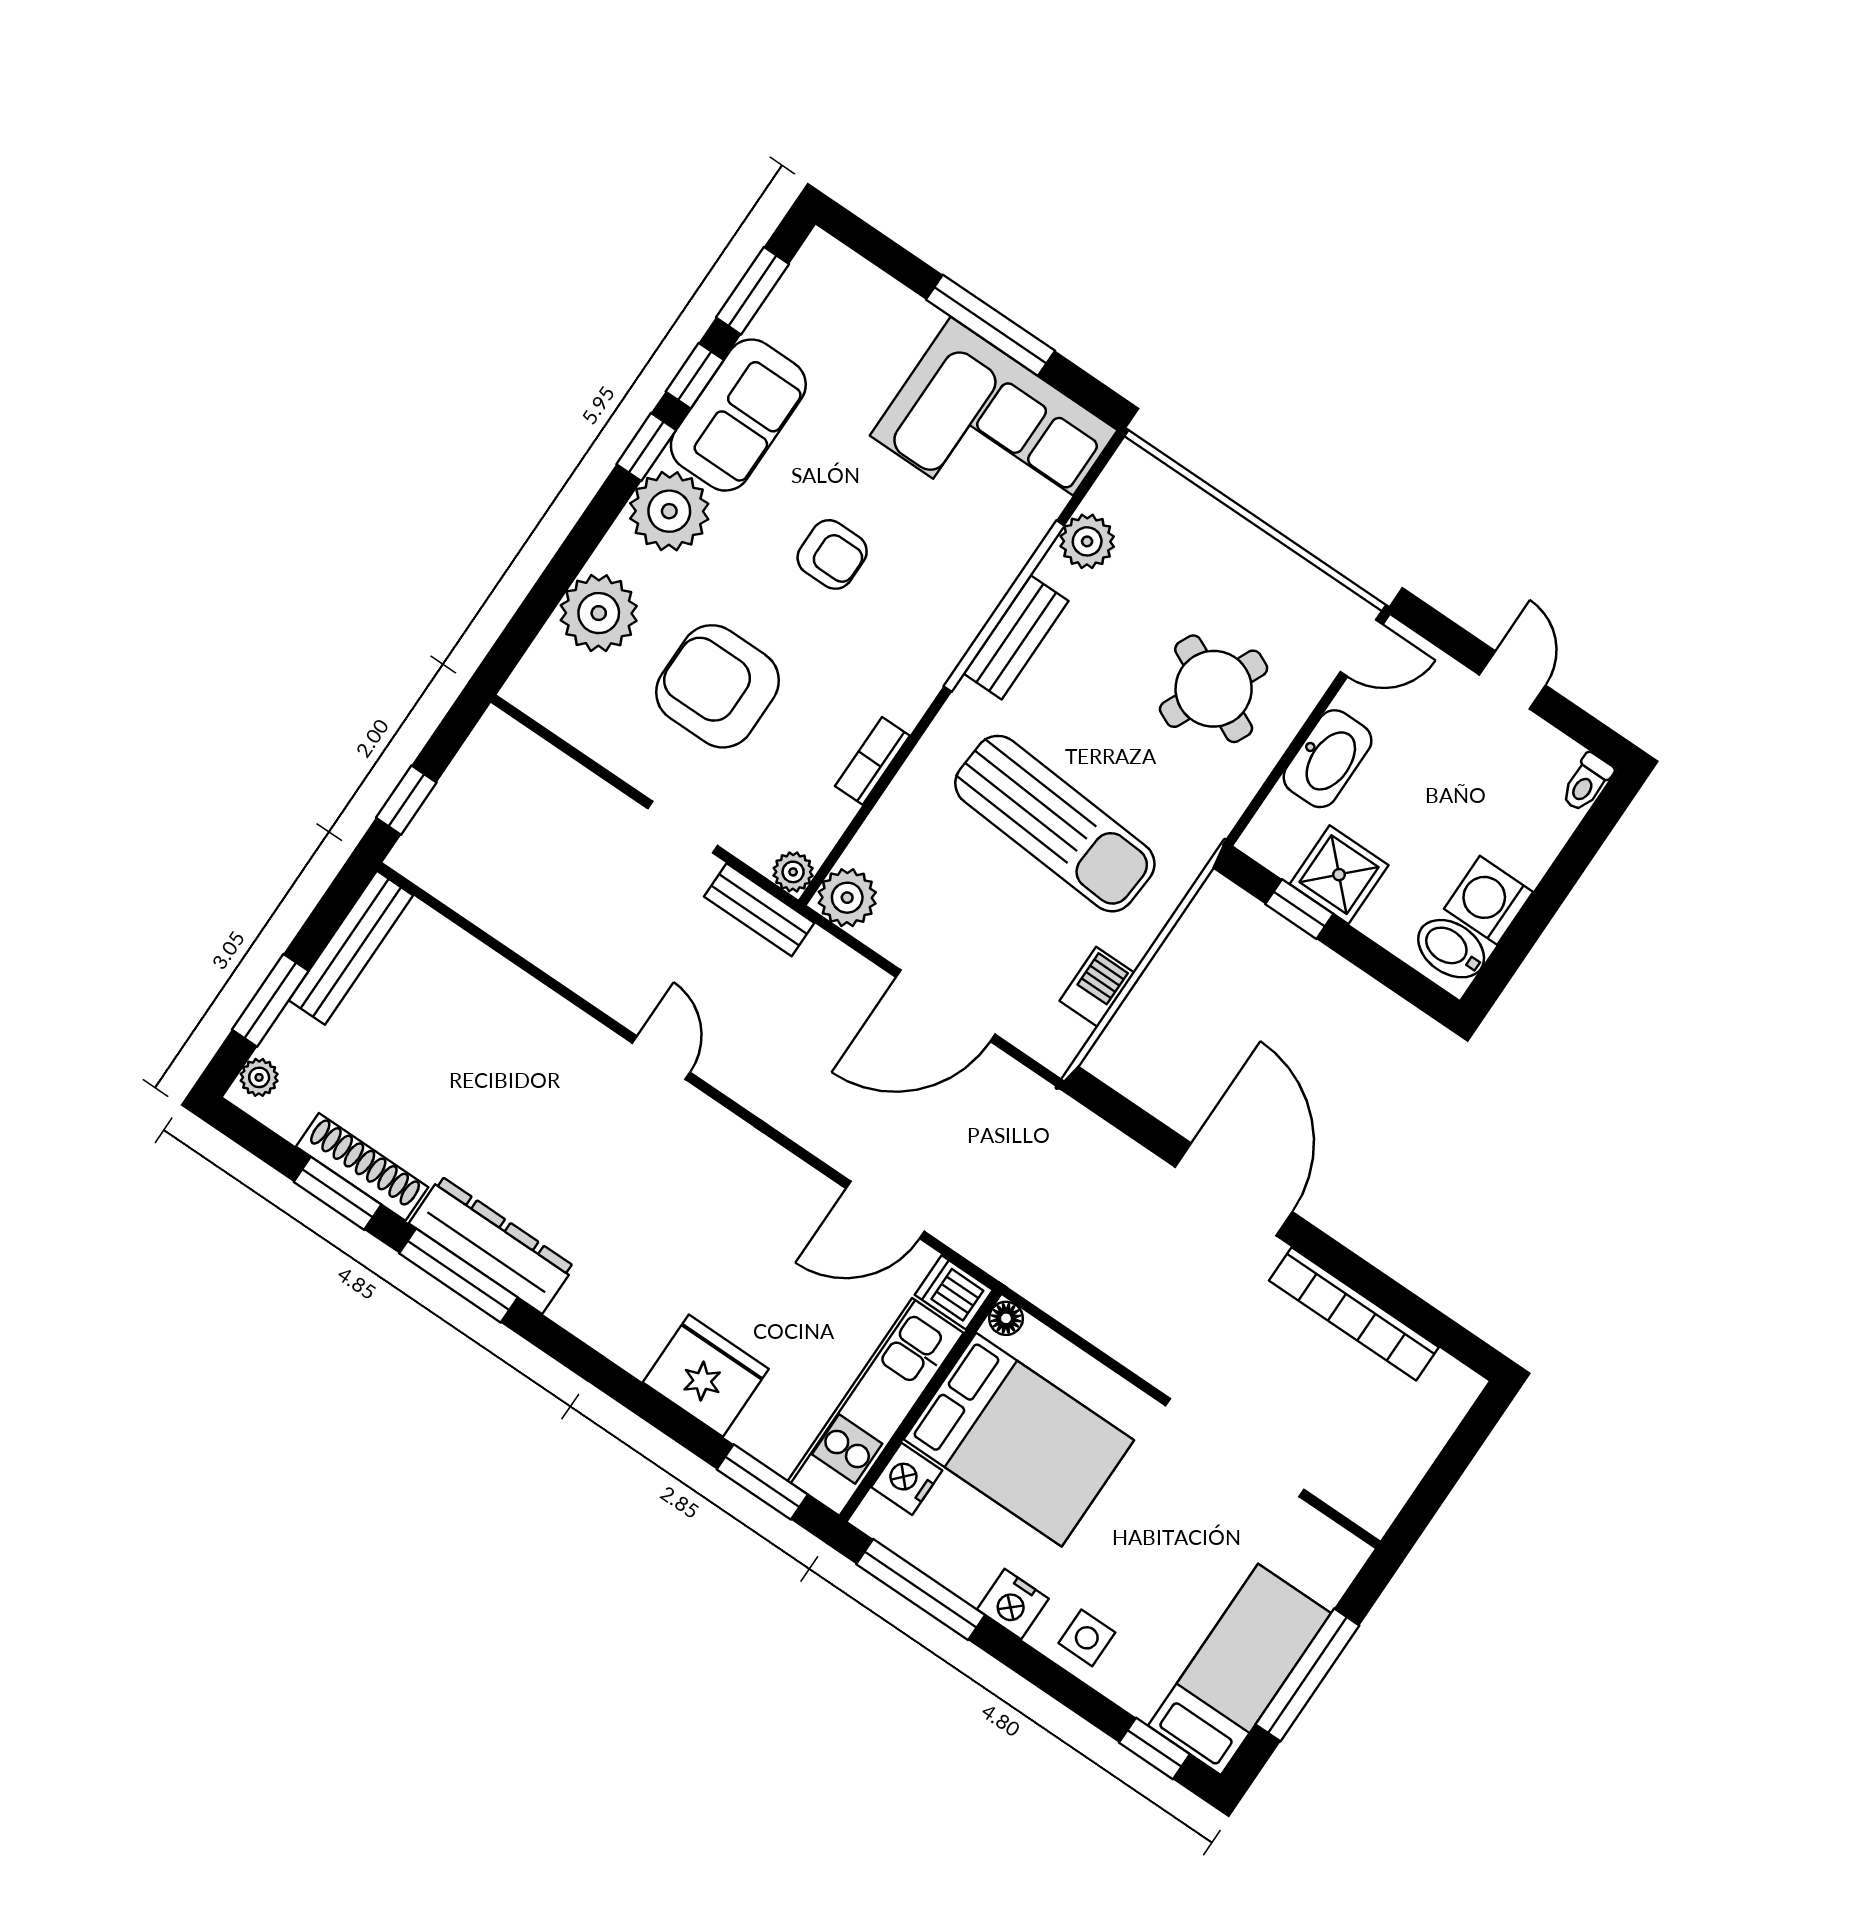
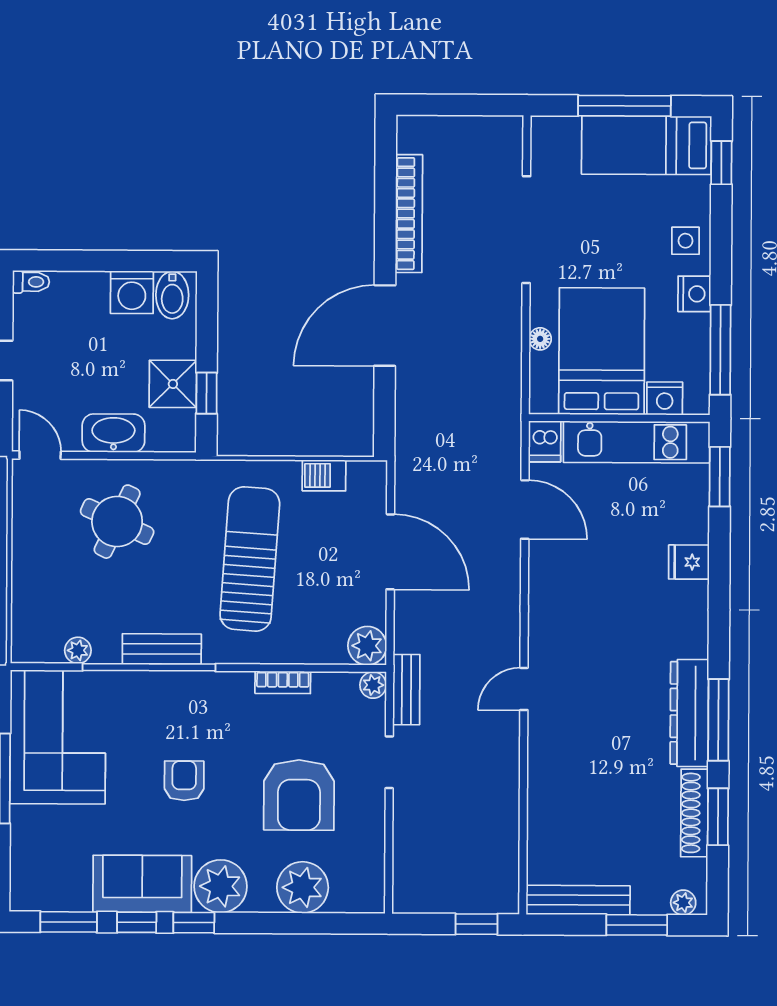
plant: (1087, 541) -> (78, 650), width x0.73, depth x0.73
floor lamp: (1006, 1318) -> (540, 339), moved
fridge: (706, 1376) -> (689, 562), width x0.53, depth x0.75

